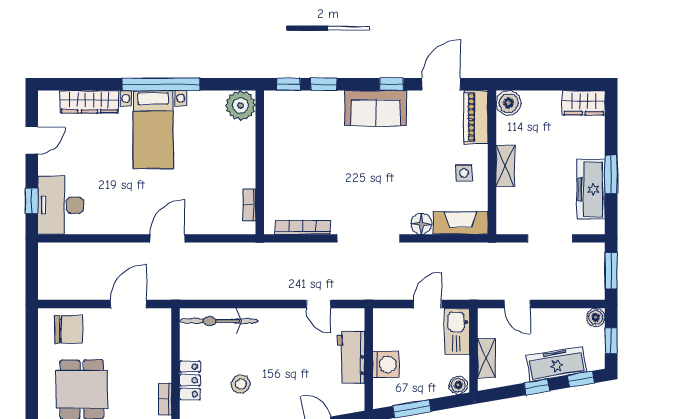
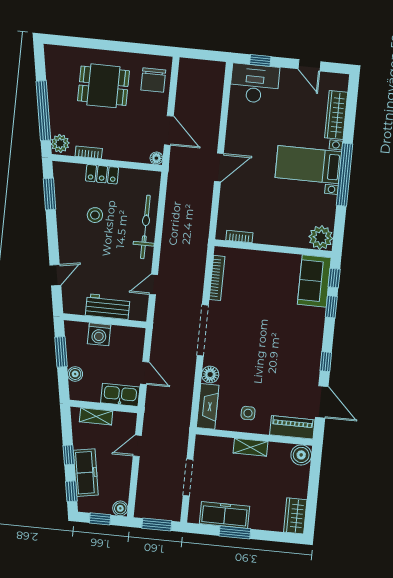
sofa: (376, 108) -> (314, 281), moved
door: (167, 238) -> (219, 167), hinge flipped
floor lamp: (164, 316) -> (156, 158), added
bicycle: (219, 321) -> (145, 227), moved
boiler: (458, 385) -> (75, 374), moved

